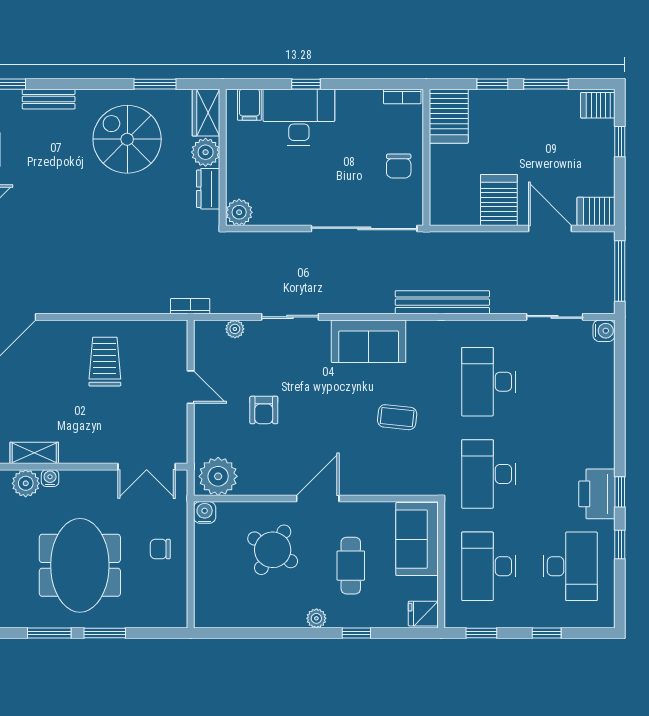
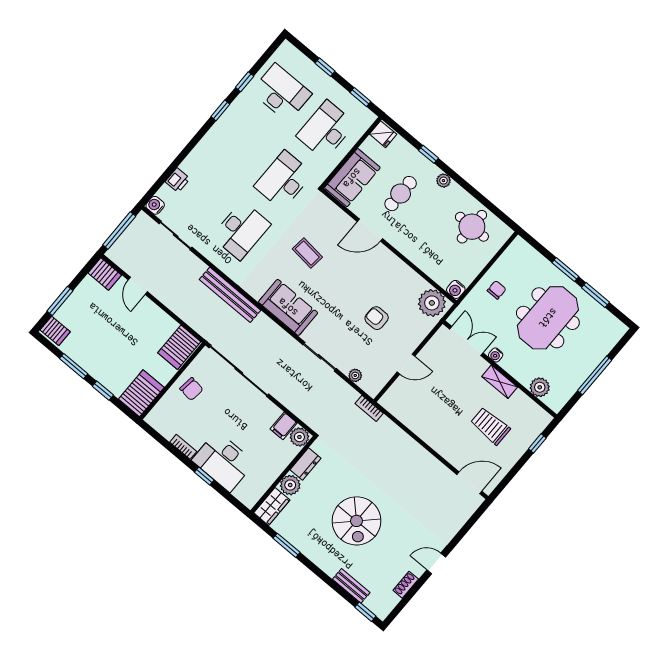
bookcase: (402, 96) -> (183, 447), moved
filing cabinet: (249, 105) -> (284, 426), moved, turned 180
spiral stairs: (127, 139) -> (357, 521), moved
window: (620, 142) -> (60, 301), width x1.50
chair: (399, 166) -> (191, 389), turned 97
server rack: (499, 200) -> (179, 347), moved
door: (550, 228) -> (138, 286), width x0.73
trolley: (105, 362) -> (490, 426), moved, turned 90
door: (191, 387) -> (406, 364), swing flipped
armchair: (264, 410) -> (377, 318), turned -90
shelving: (34, 453) -> (500, 382), moved
desk: (489, 474) -> (283, 180), turned 180
water cooler: (50, 478) -> (496, 355), moved
printer: (597, 494) -> (178, 180), moved, width x0.53, depth x0.68
door: (318, 499) -> (370, 230), moved
chair: (160, 549) -> (497, 290), turned -90
round table: (273, 550) -> (472, 227), moved, turned -32
desk: (489, 566) -> (326, 130), turned 180
desk: (570, 566) -> (282, 93), turned 90

